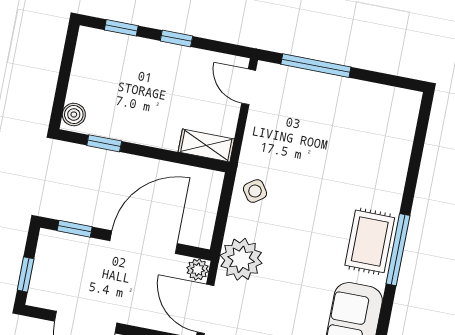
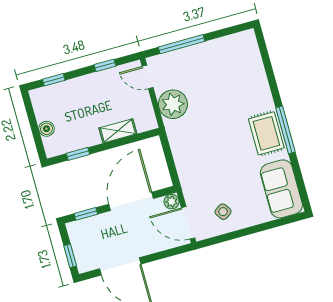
window: (176, 39) -> (105, 65), moved
boiler: (74, 115) -> (46, 129), moved
shelving: (206, 146) -> (118, 131), moved
side table: (255, 191) -> (223, 212), moved
plant: (241, 259) -> (173, 104), moved

